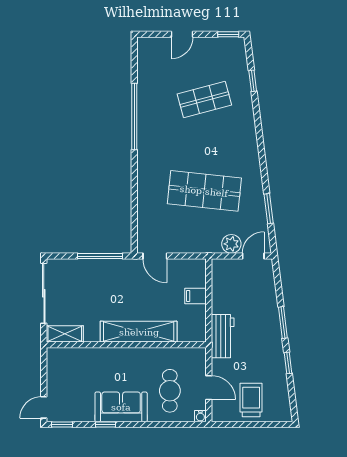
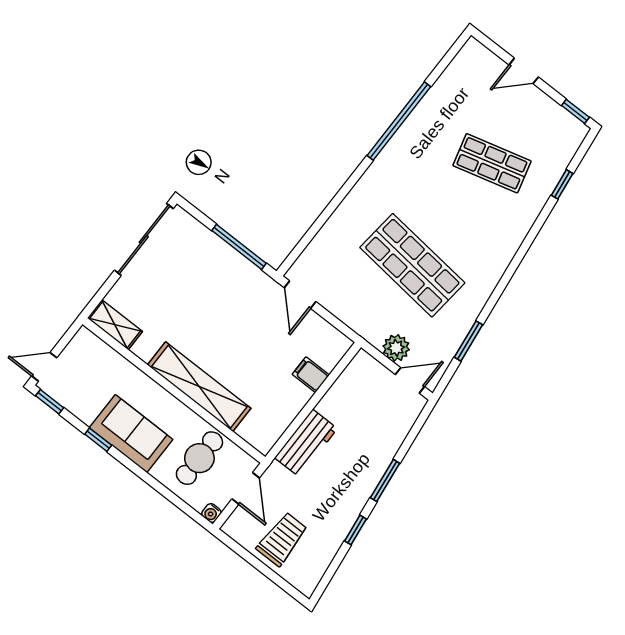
shelving: (139, 332) -> (199, 387), moved
shelving: (65, 334) -> (115, 325), moved
wall: (126, 345) -> (174, 391), moved

